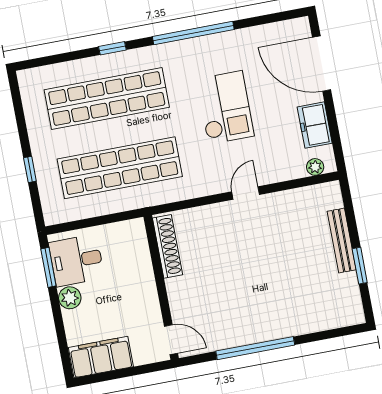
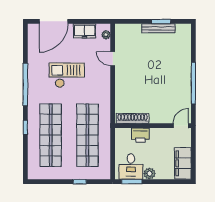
door: (246, 193) -> (113, 59), moved
bench: (342, 241) -> (158, 28), moved
printer: (139, 267) -> (140, 135), added

